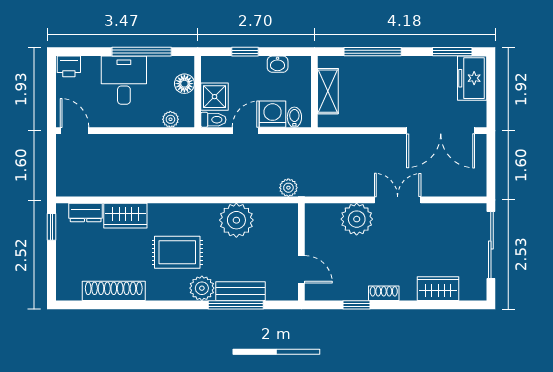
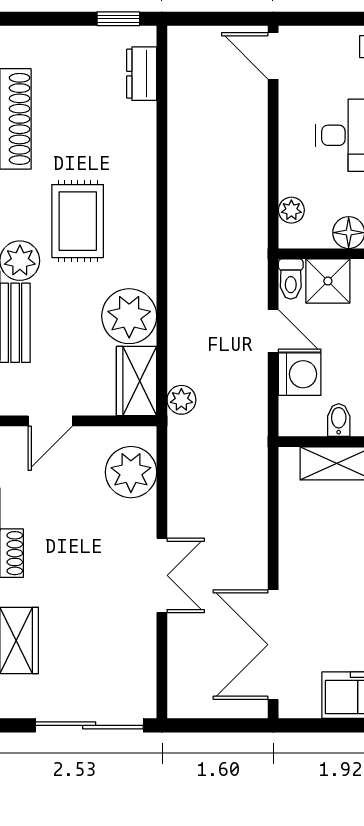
bidet: (294, 117) -> (339, 420), moved, turned -90
door: (75, 131) -> (273, 56), swing flipped
wardrobe: (125, 216) -> (137, 381), moved
plant: (357, 219) -> (131, 472), moved

